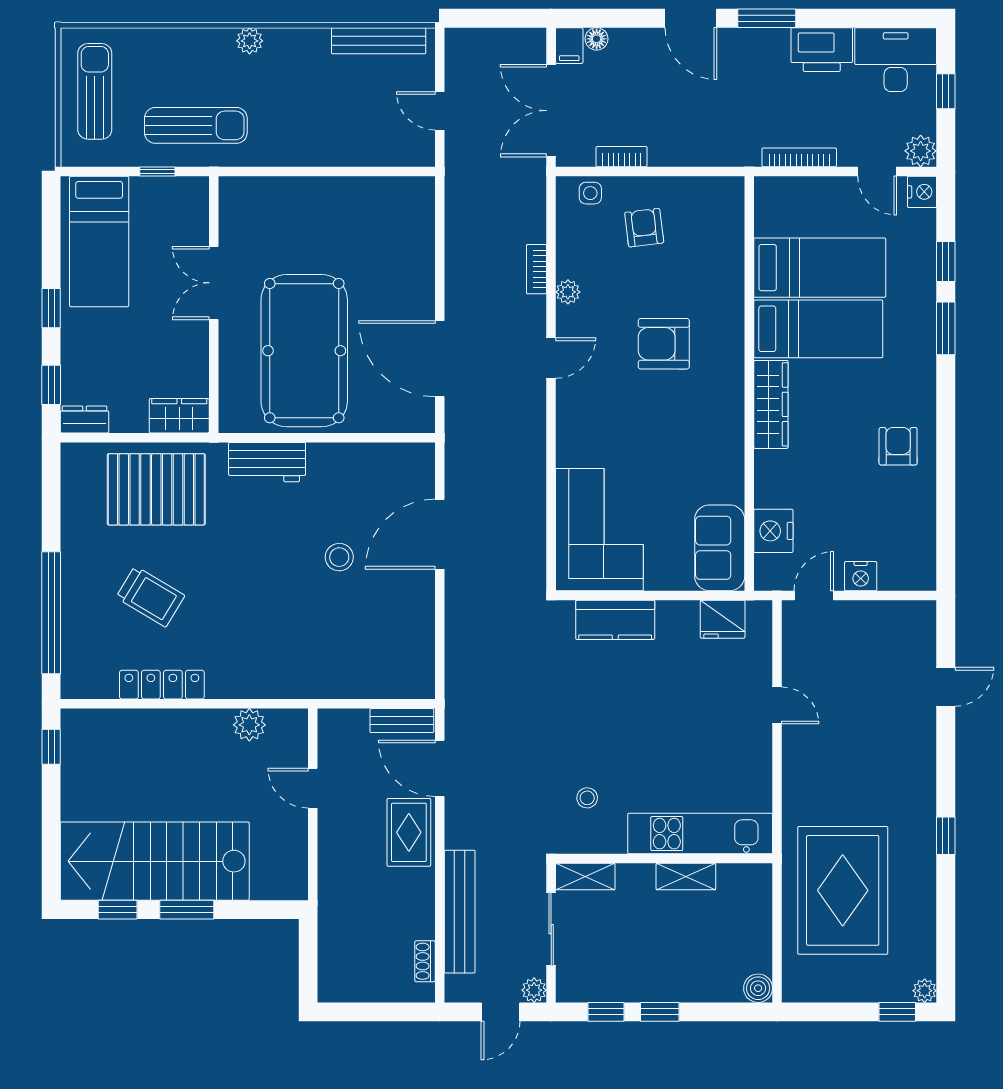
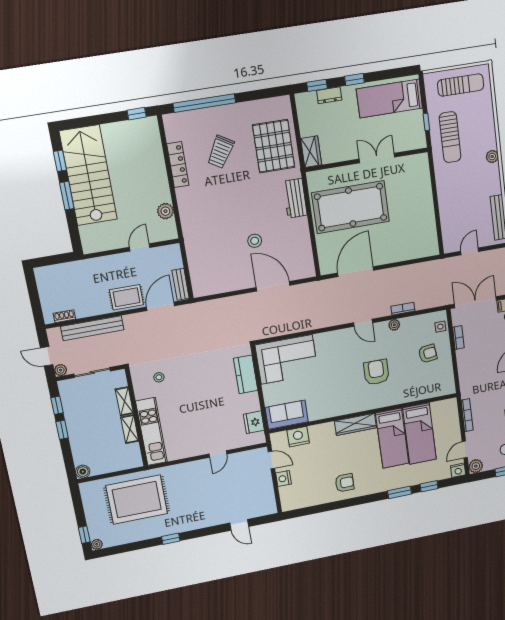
dresser: (85, 419) -> (329, 95), moved, turned 90
shelving: (585, 877) -> (124, 401), moved

